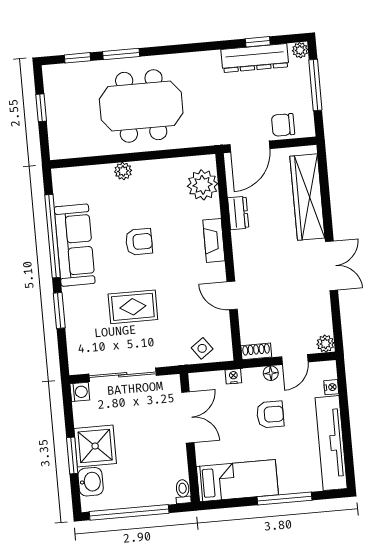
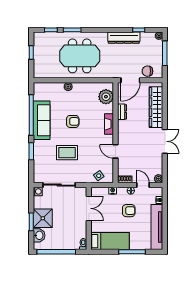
dresser: (255, 58) -> (124, 38), moved
door: (295, 359) -> (143, 185), swing flipped

